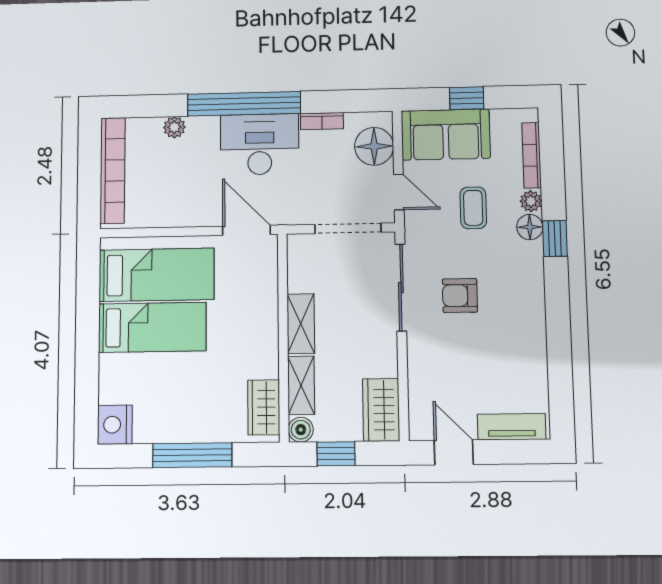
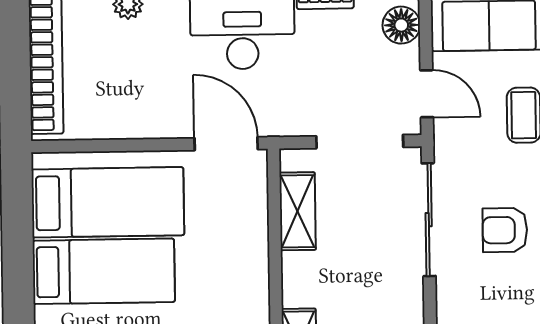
floor lamp: (374, 146) -> (401, 25), width x0.73, depth x0.73
shelving: (301, 324) -> (298, 211), moved

